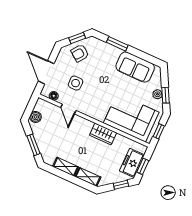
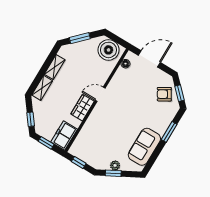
armchair: (80, 53) -> (164, 94), turned -68
side table: (76, 83) -> (135, 86), removed
door: (68, 109) -> (100, 94), moved
boiler: (35, 117) -> (109, 50), width x1.86, depth x1.86
corner sofa: (131, 118) -> (95, 137), removed
freezer: (132, 163) -> (64, 136), moved, turned -90

